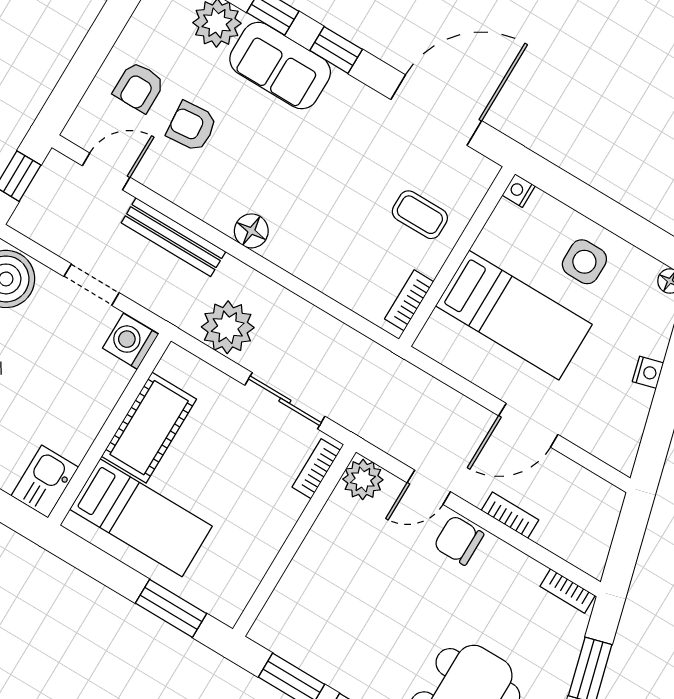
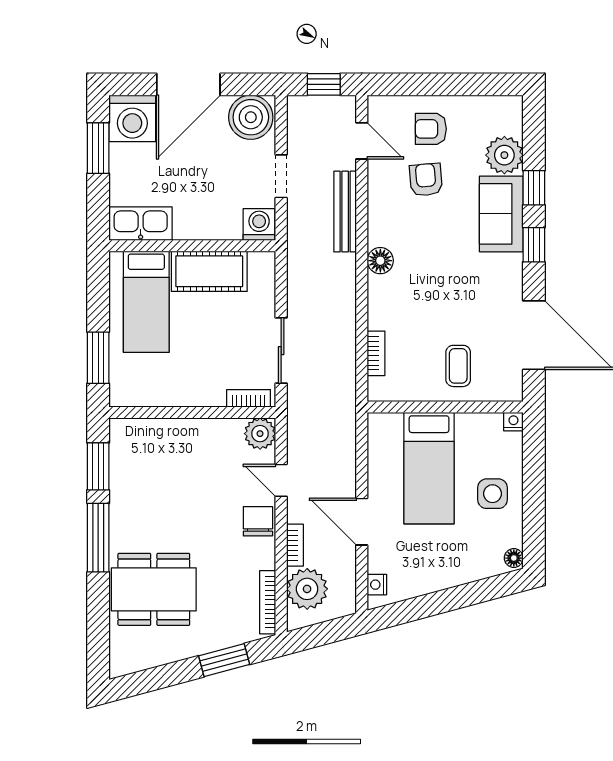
bookcase: (409, 300) -> (376, 353), moved, turned 90
plant: (228, 327) -> (307, 589), moved
nightstand: (648, 372) -> (377, 585), moved, turned 105
kitchen sink: (45, 482) -> (141, 224), width x1.38
bookcase: (568, 591) -> (268, 602), width x1.56

